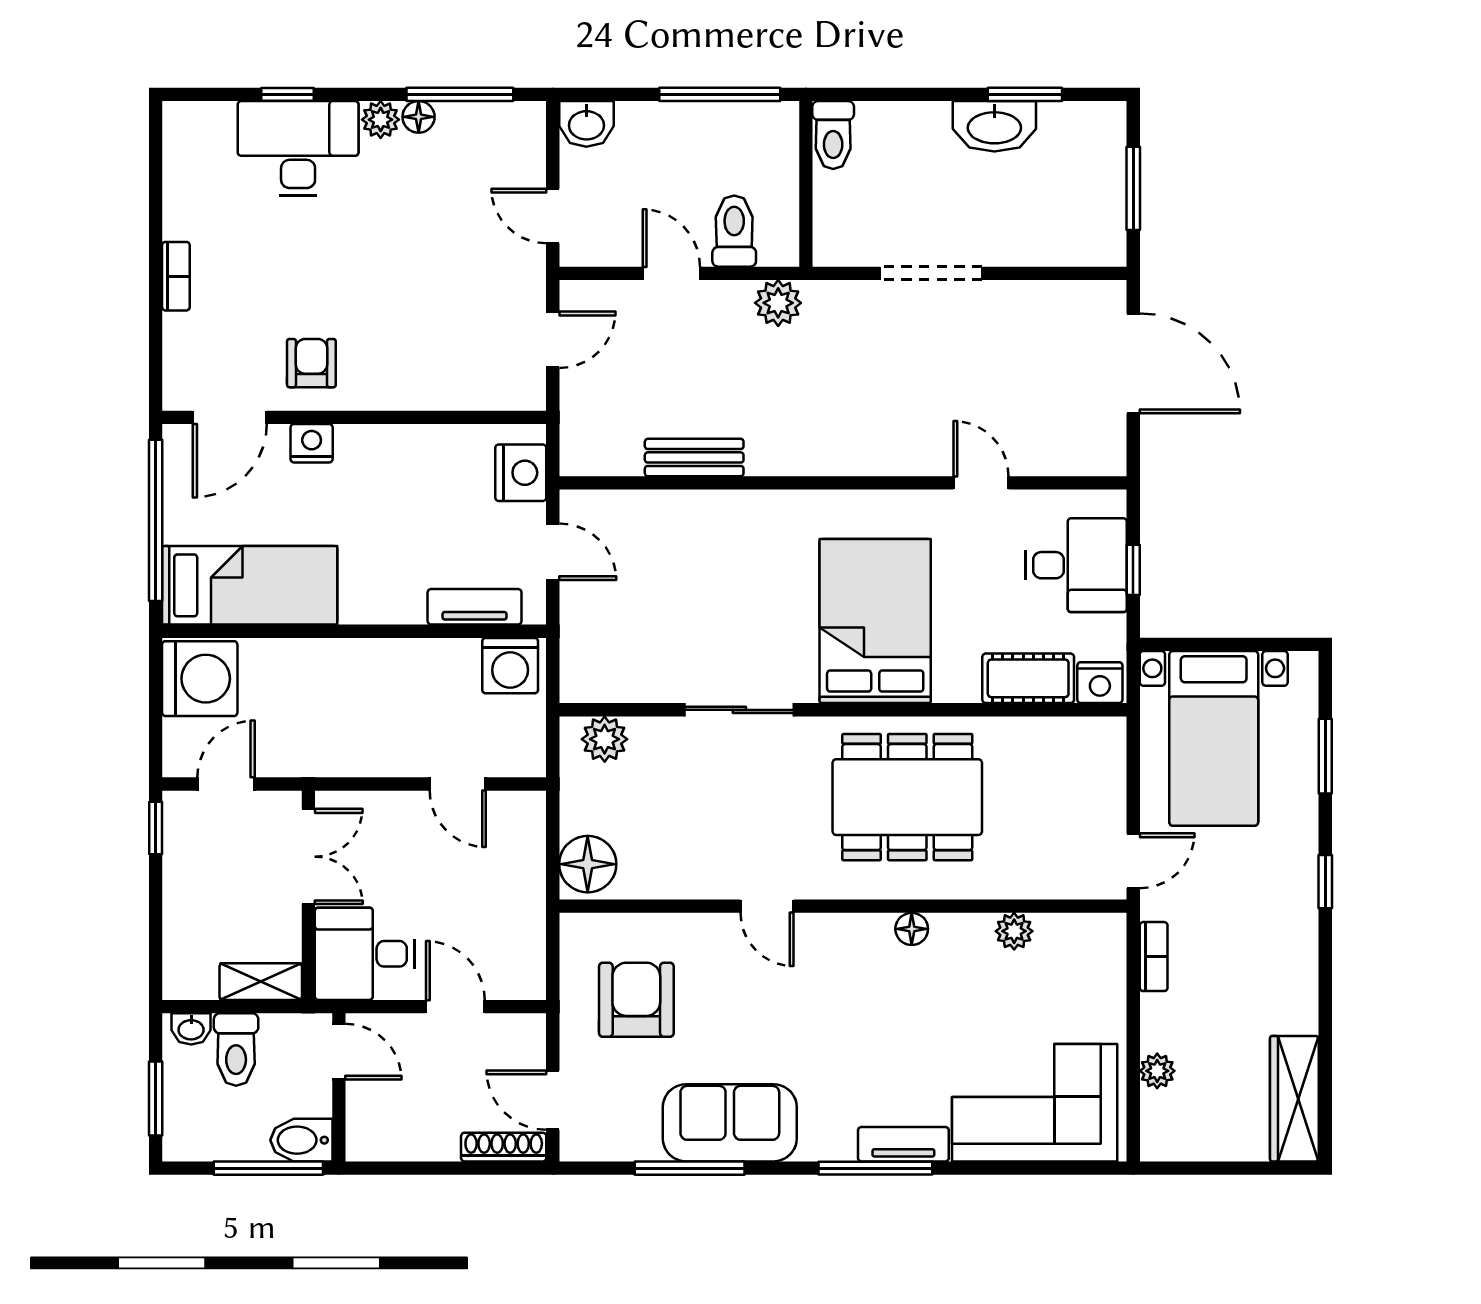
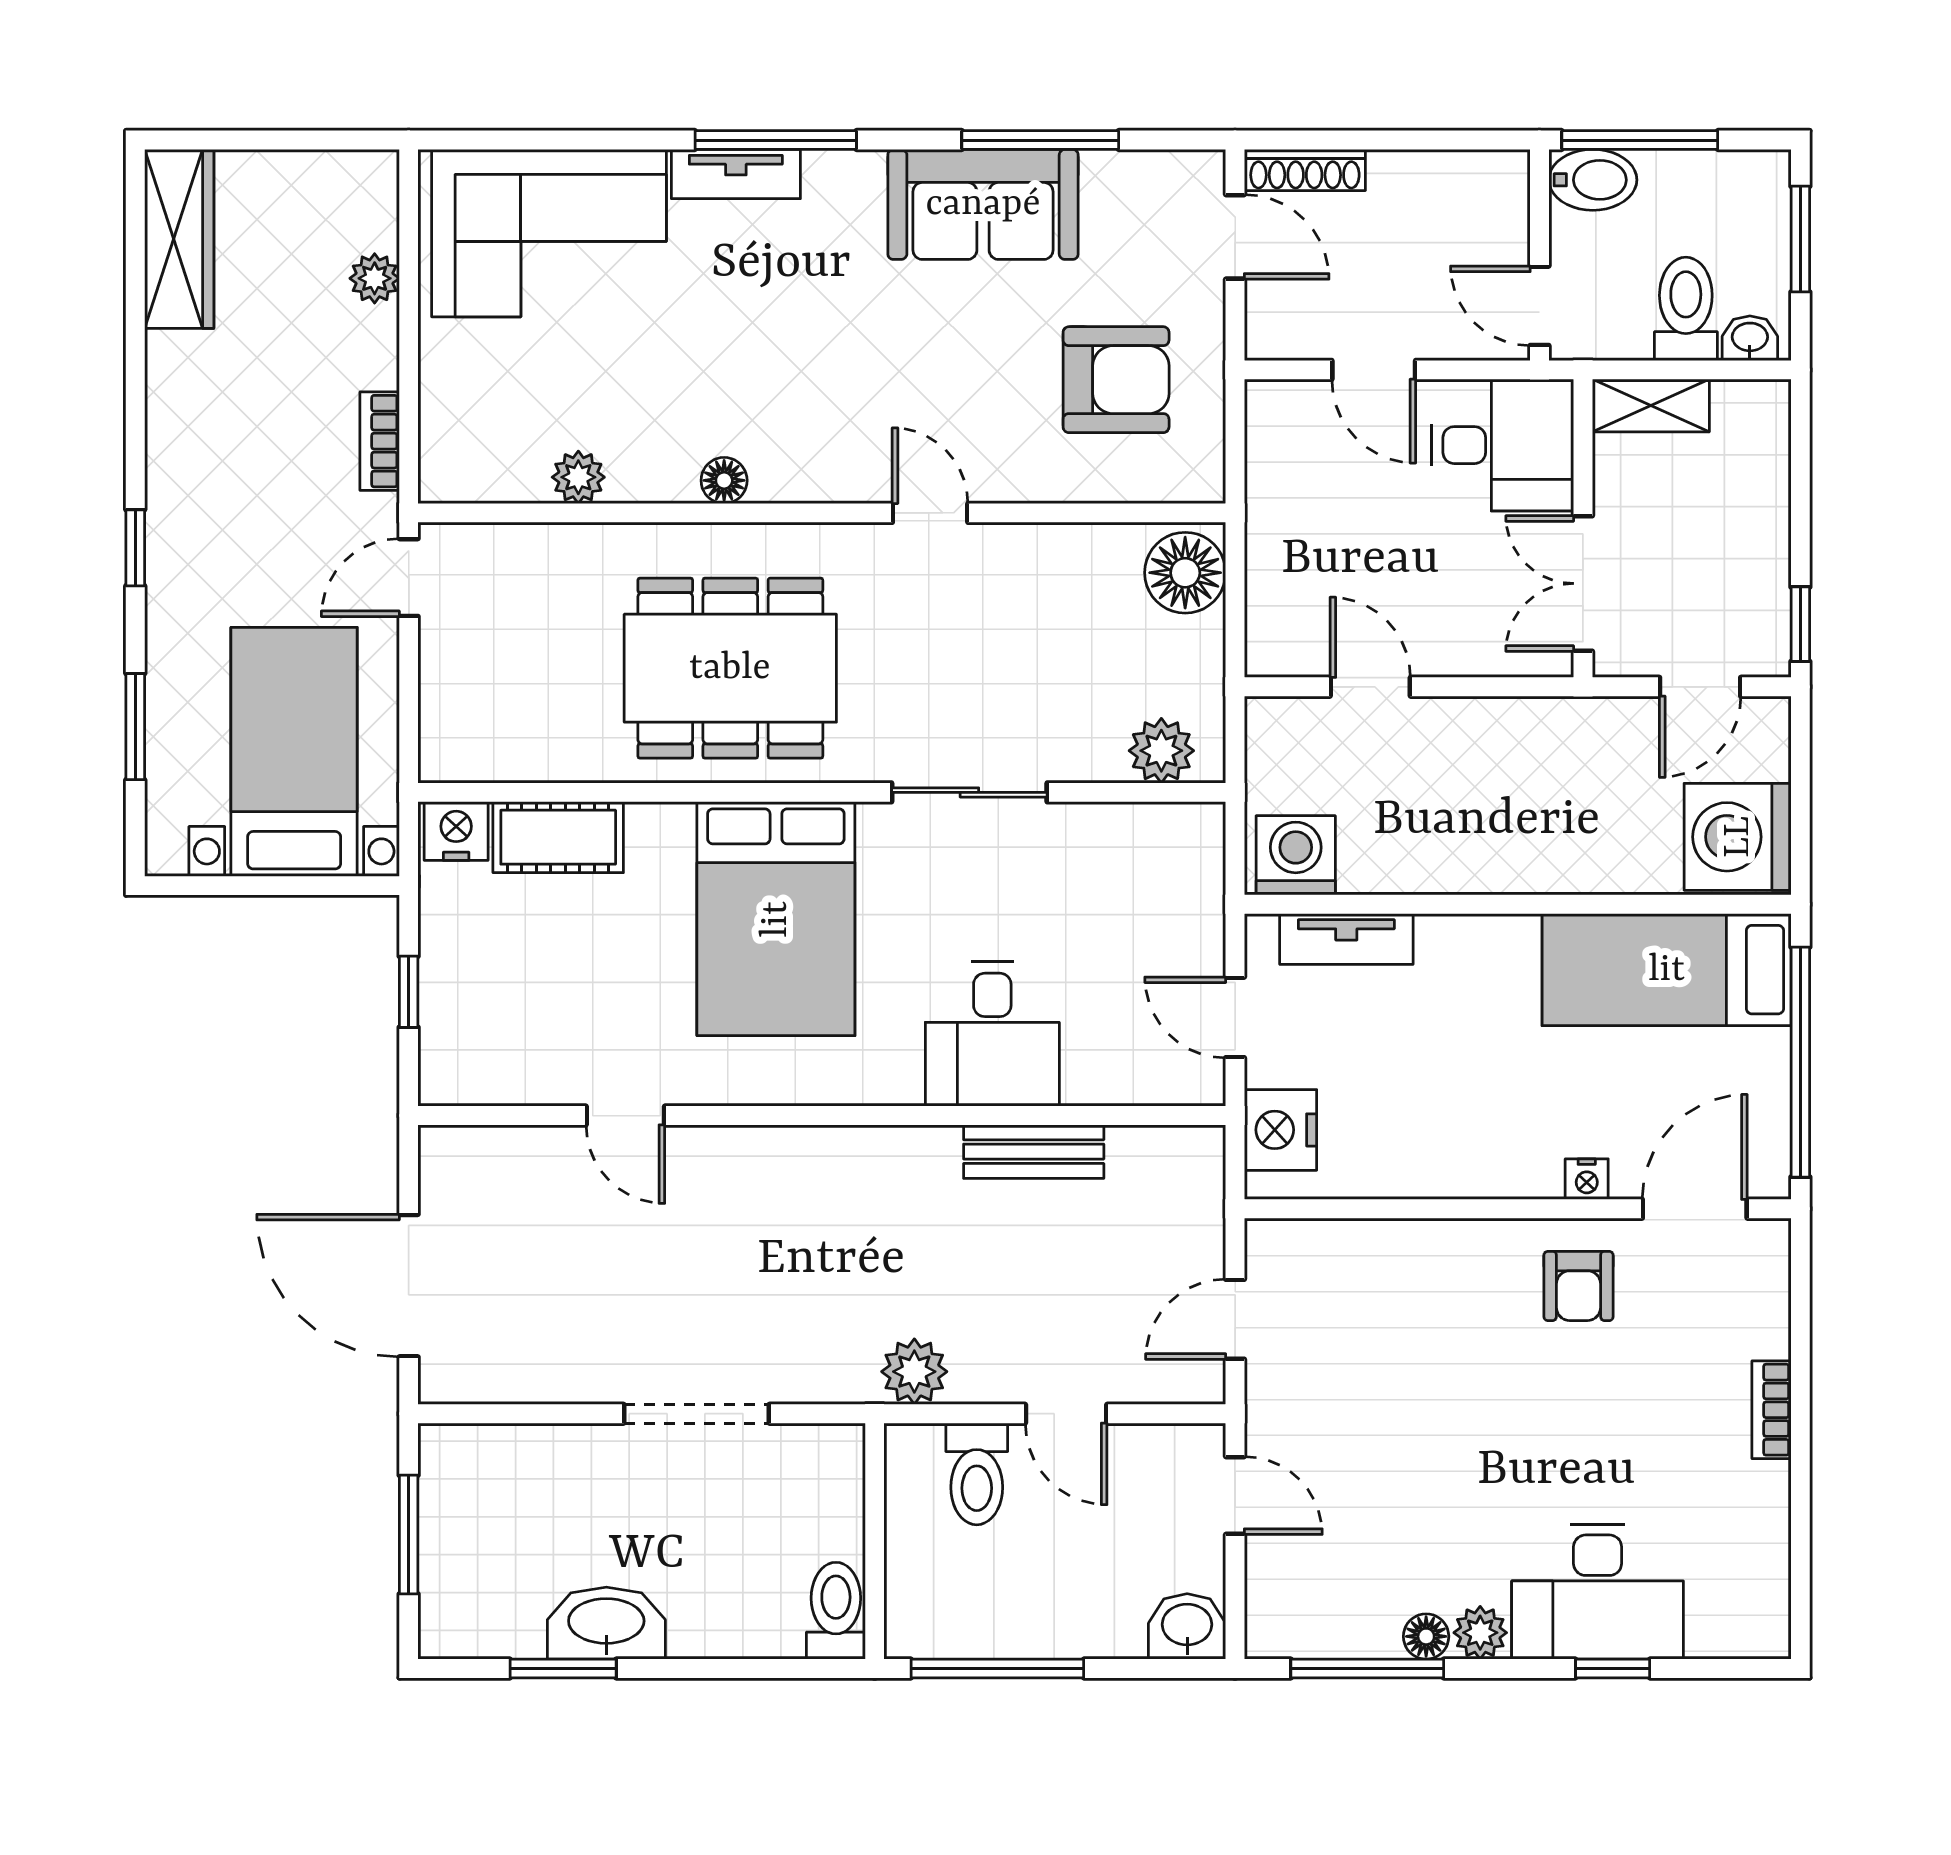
nightstand: (312, 443) -> (1587, 1179), width x0.72, depth x0.74
desk: (1076, 565) -> (992, 1034), moved, turned -90
armchair: (636, 1000) -> (1116, 380), turned -90

